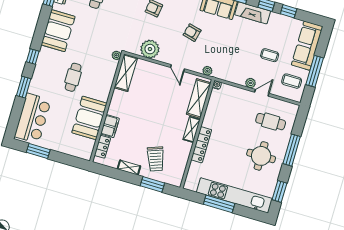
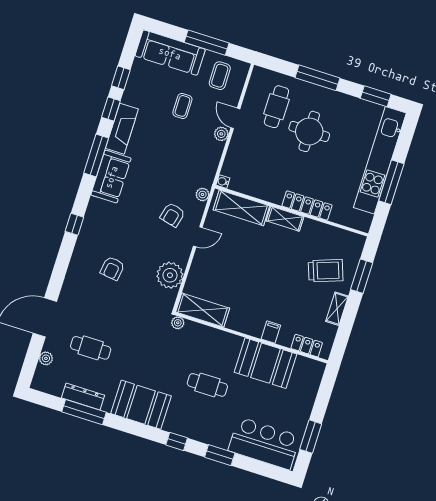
armchair: (192, 33) -> (172, 215), moved
filing cabinet: (110, 126) -> (271, 332), width x0.50
round table: (261, 156) -> (309, 131), moved

